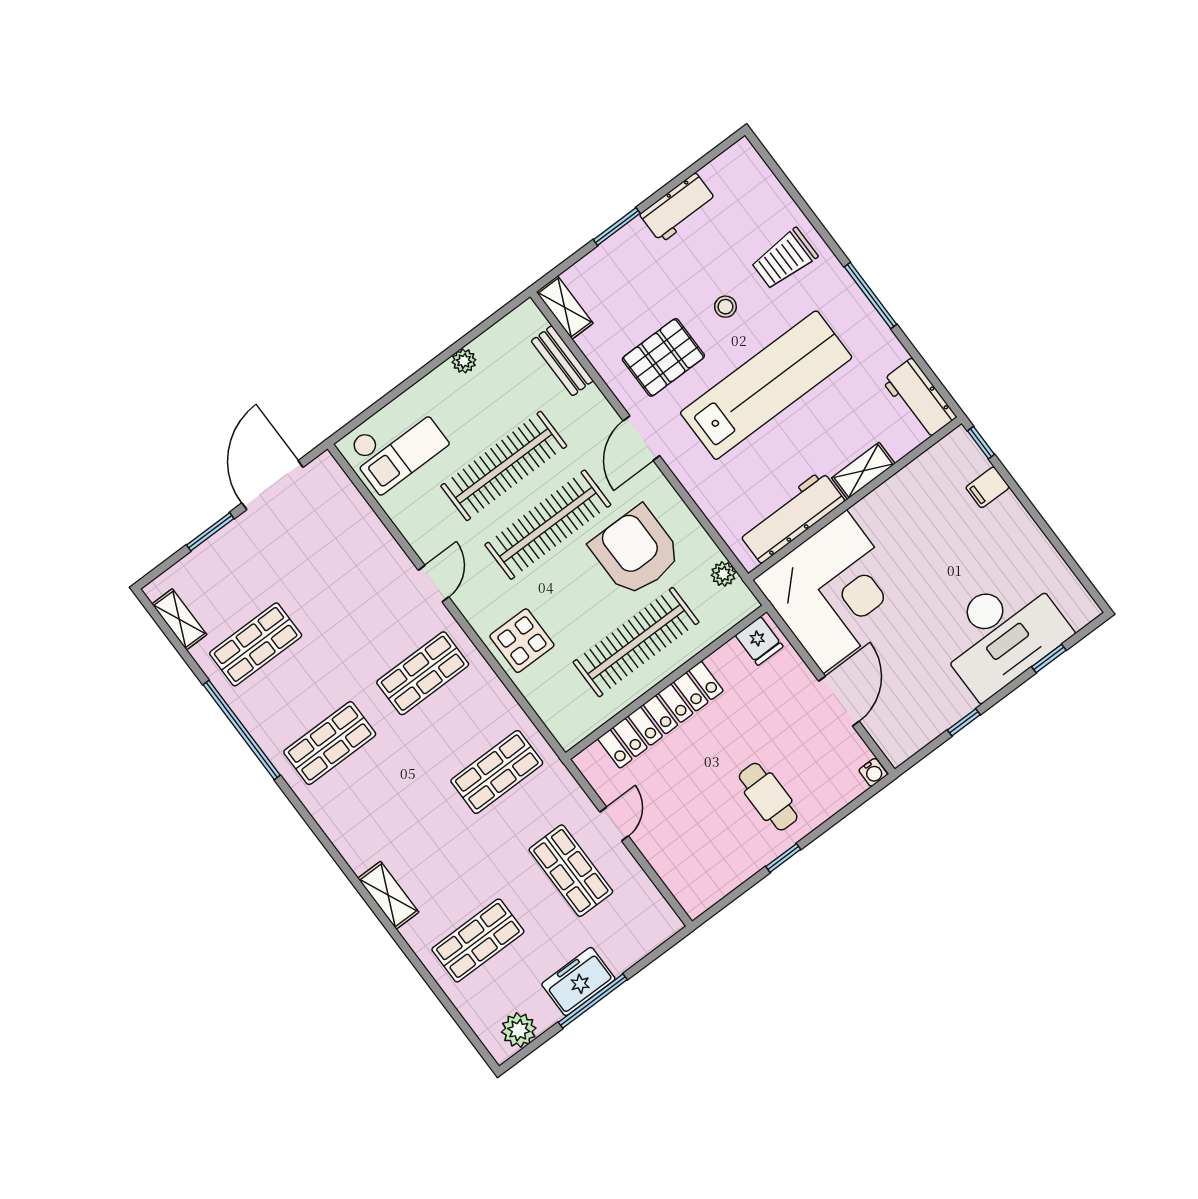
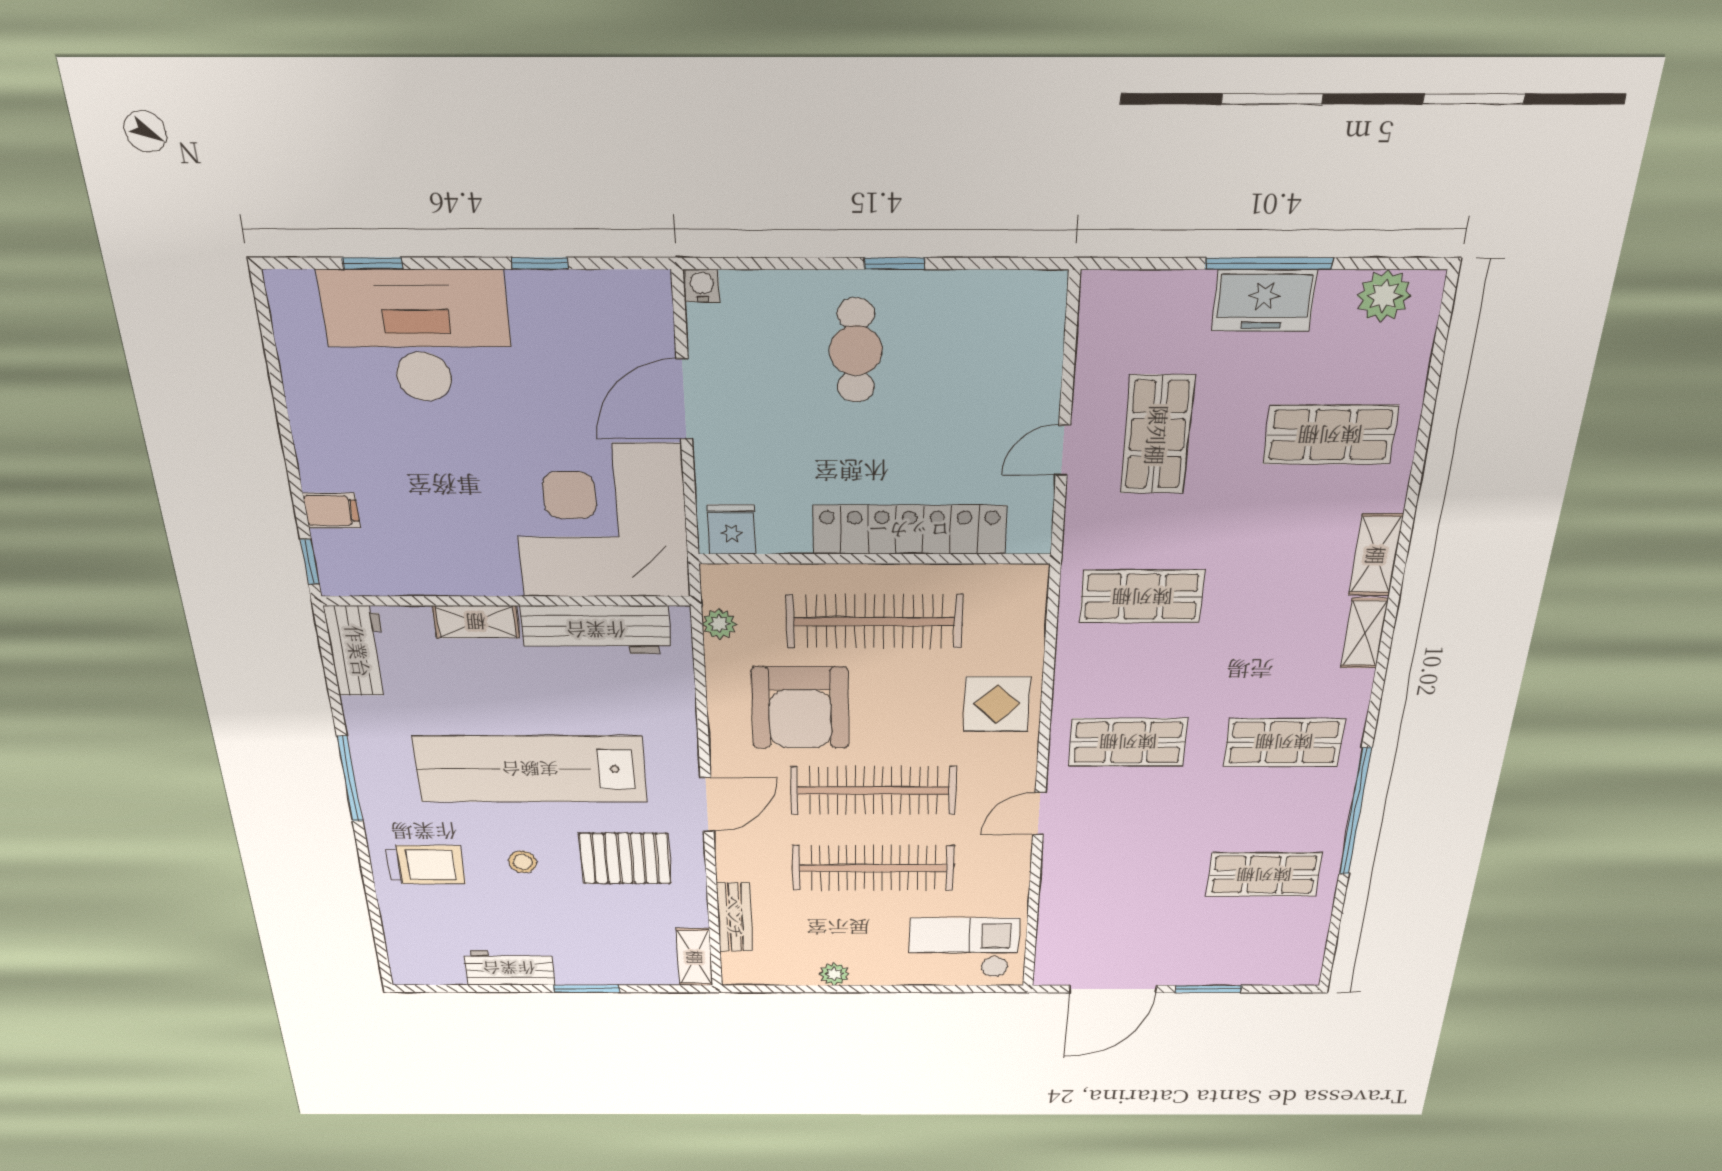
shelving: (179, 619) -> (1364, 633), moved

